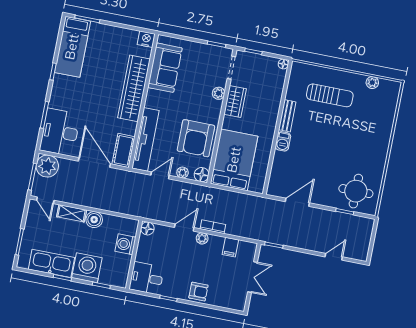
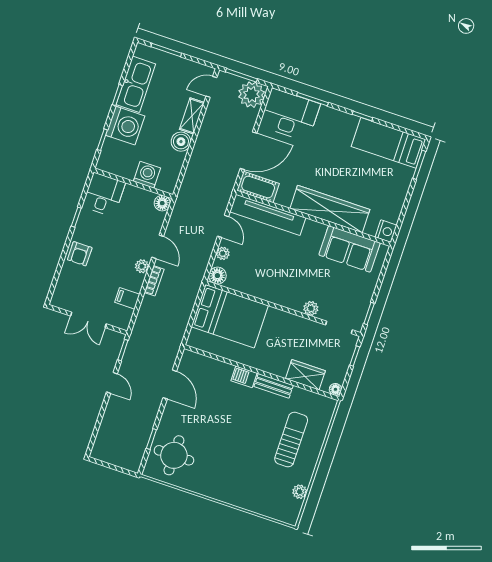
sun lounger: (330, 95) -> (291, 439), turned 180
wardrobe: (235, 102) -> (305, 375), moved, turned 180
armchair: (196, 138) -> (261, 275), removed
door: (334, 257) -> (112, 383), moved

